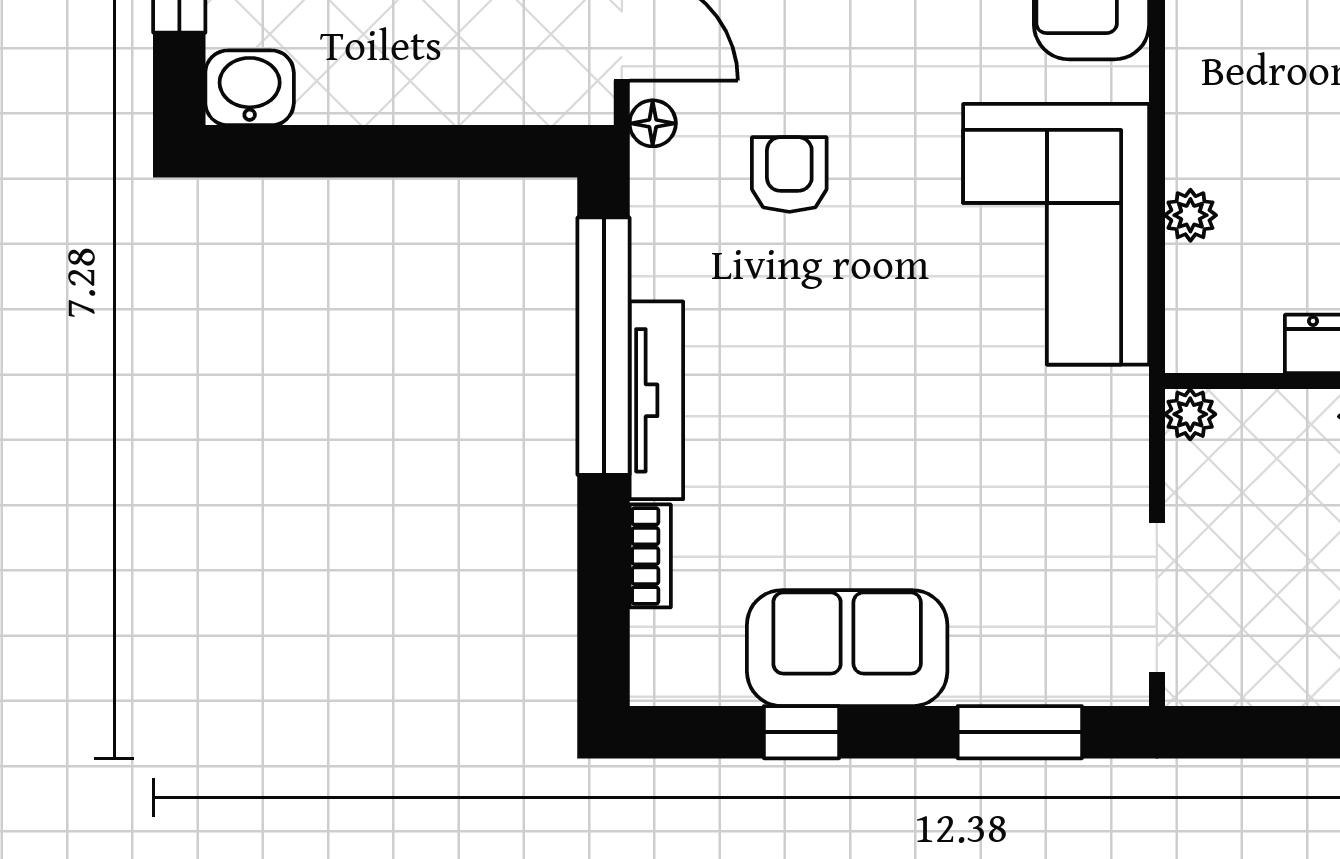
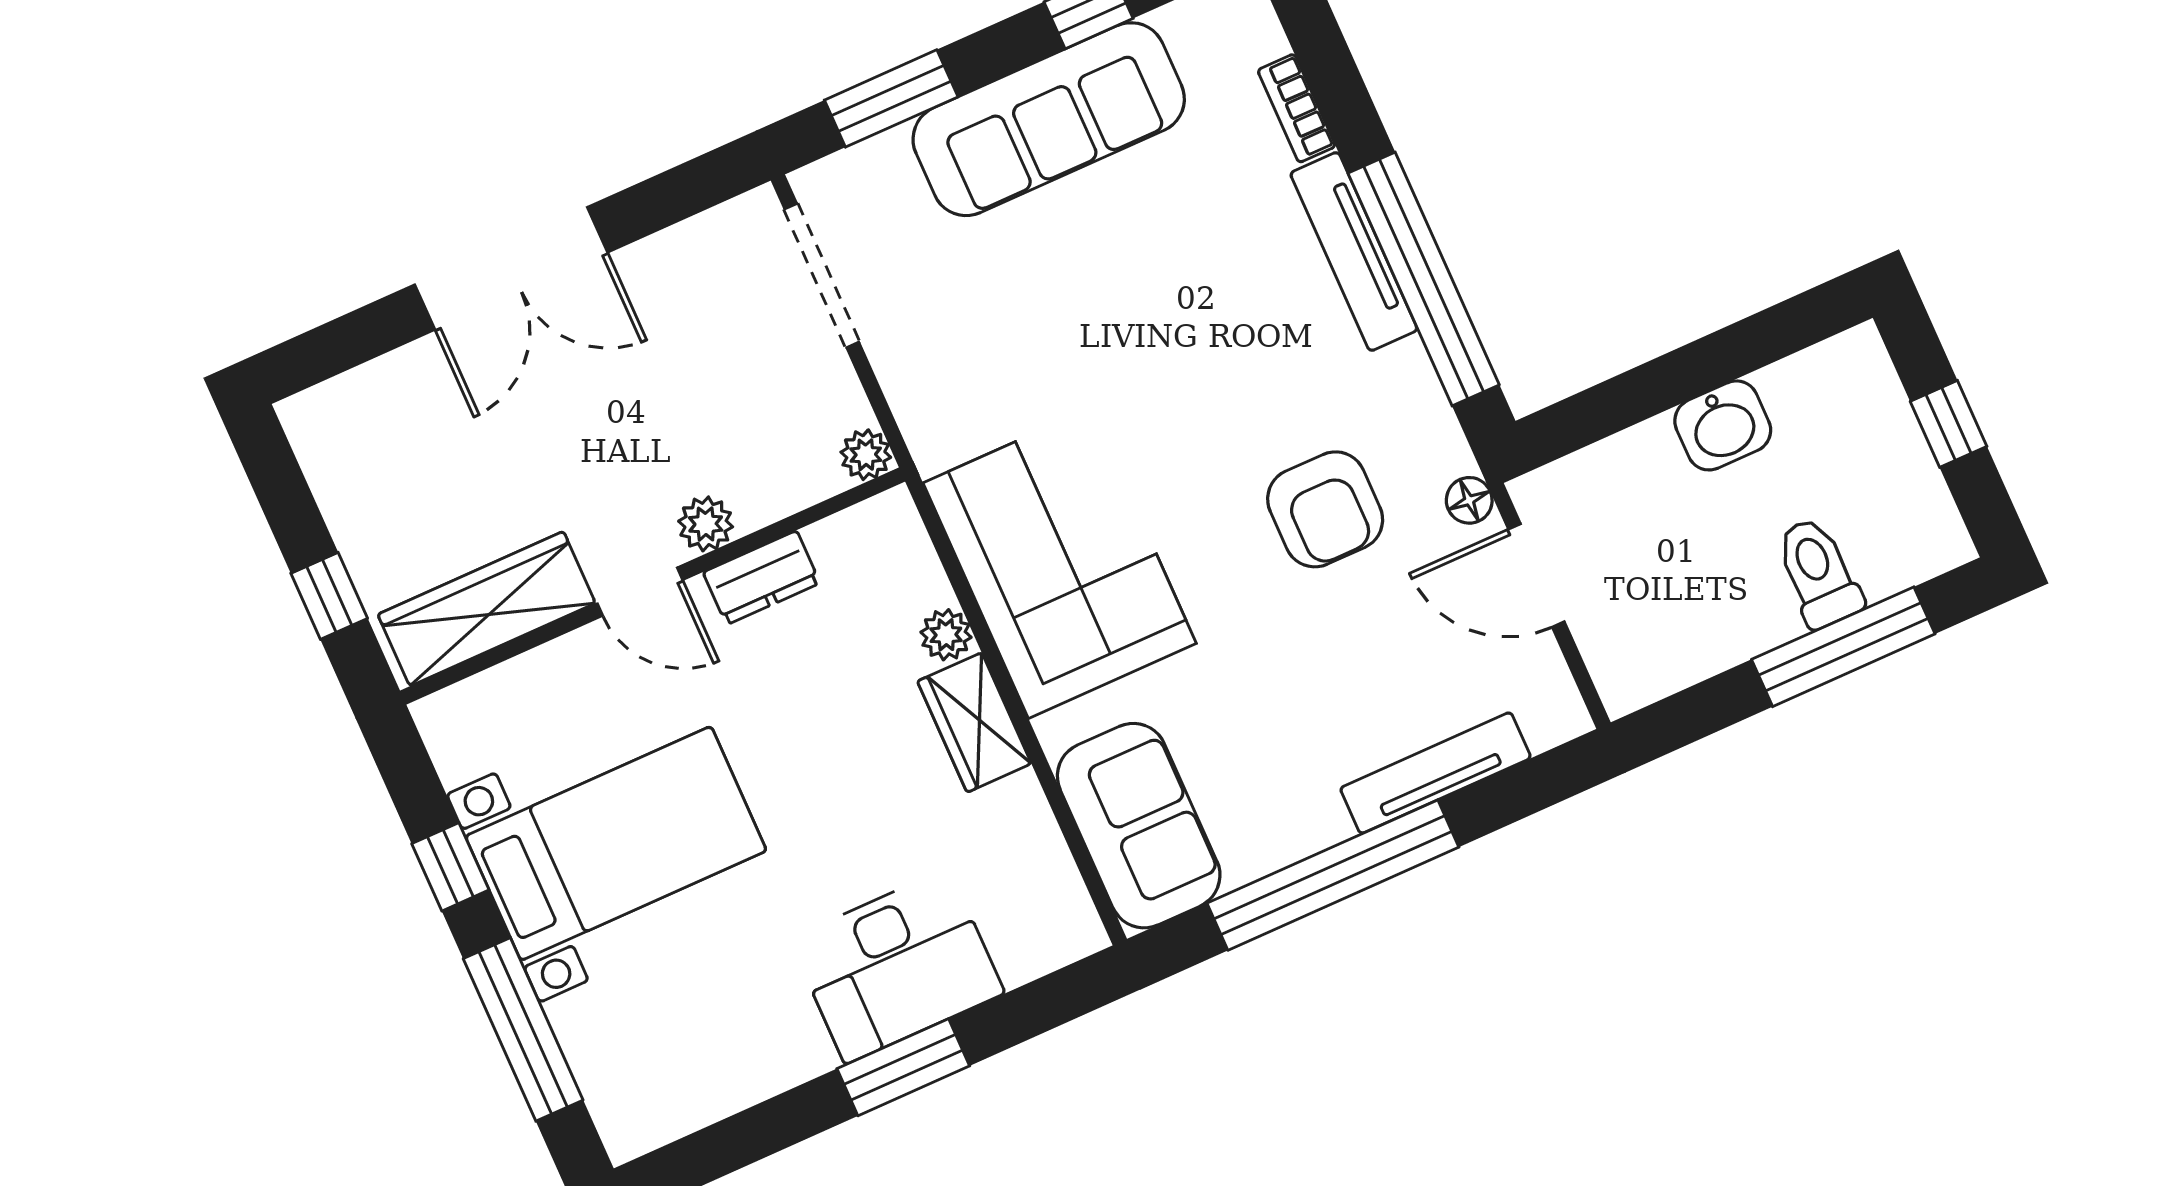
washbasin: (250, 88) -> (1723, 425), moved
wardrobe: (1200, 123) -> (974, 722), added
armchair: (789, 174) -> (1325, 509), width x1.38, depth x1.38
sofa: (847, 648) -> (1049, 119), width x1.36

